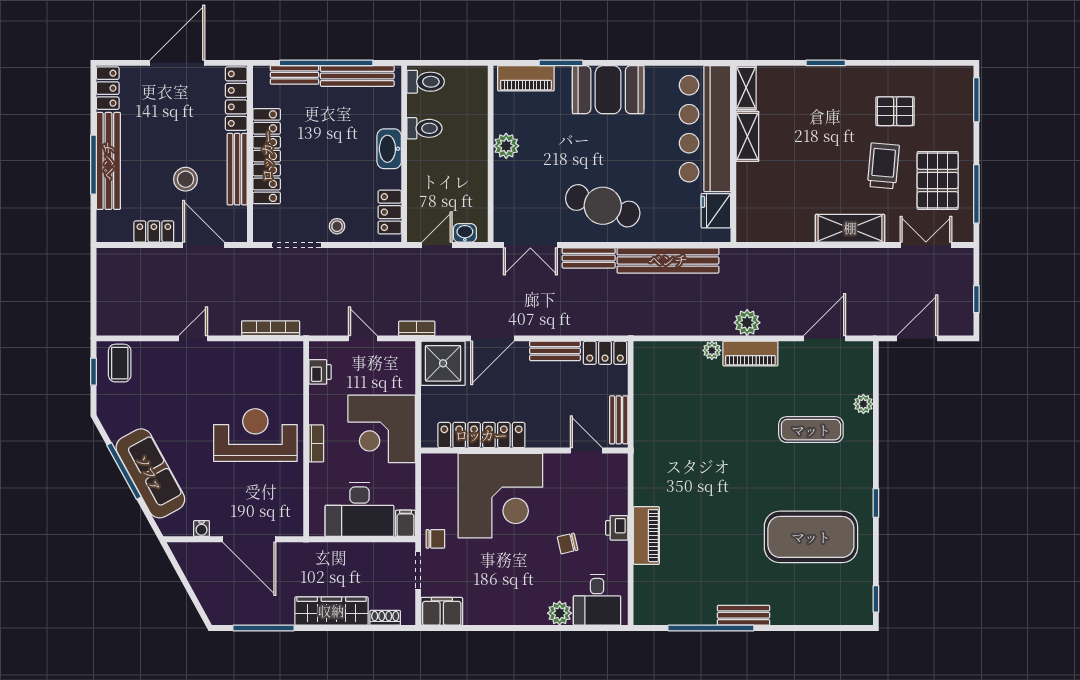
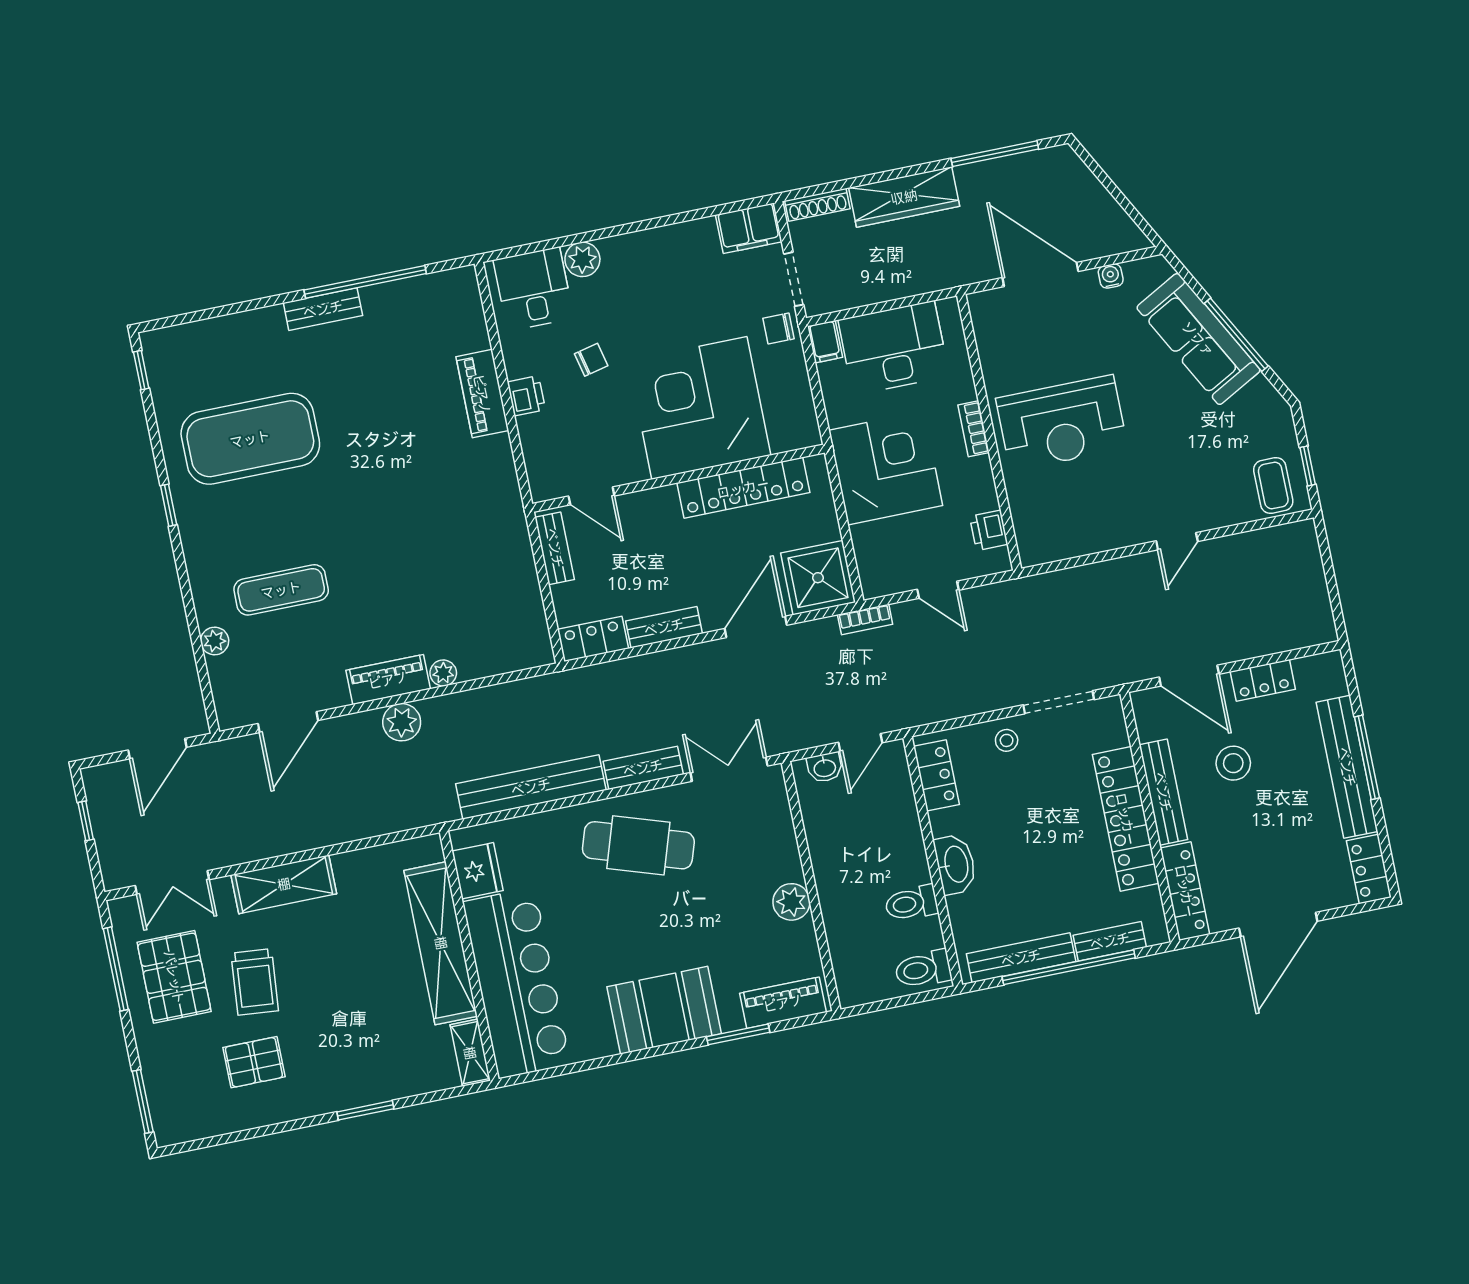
shelving: (747, 136) -> (441, 943), width x2.20, depth x1.33
bookcase: (271, 328) -> (1071, 578), removed
shoe rack: (385, 618) -> (817, 205), width x1.43

